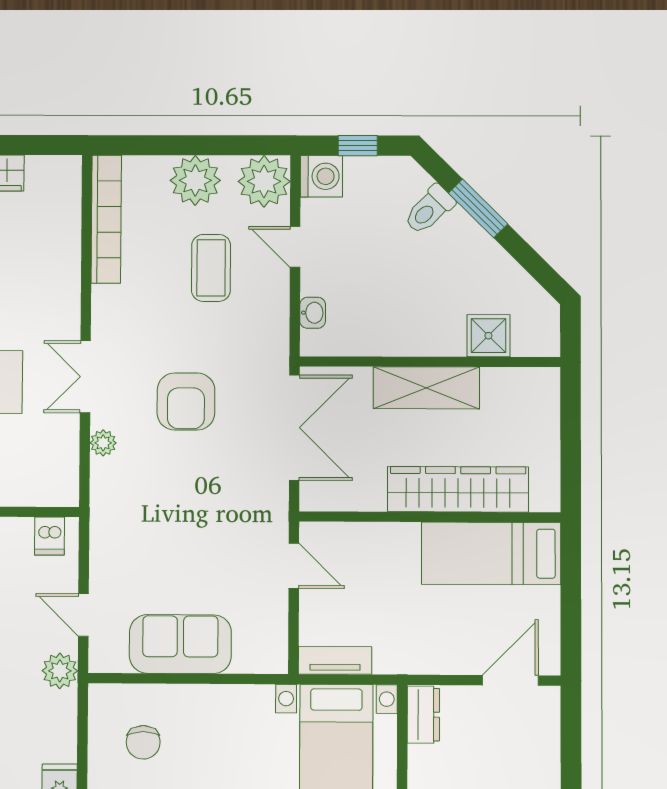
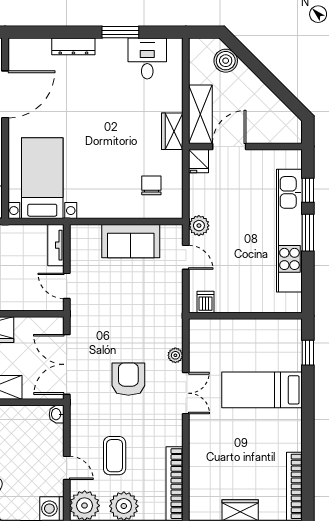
washbasin: (313, 313) -> (57, 414), moved
tv unit: (335, 660) -> (56, 245), moved, turned 90

